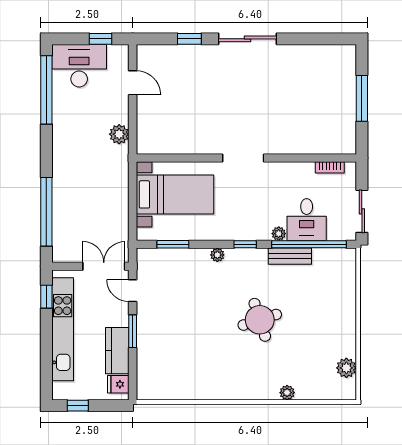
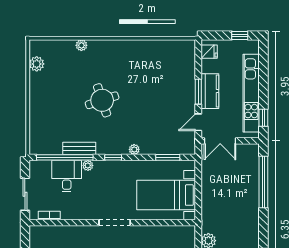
sliding door: (362, 211) -> (25, 194), moved
door: (133, 291) -> (198, 122), swing flipped
kitchen counter: (117, 351) -> (210, 91), moved

